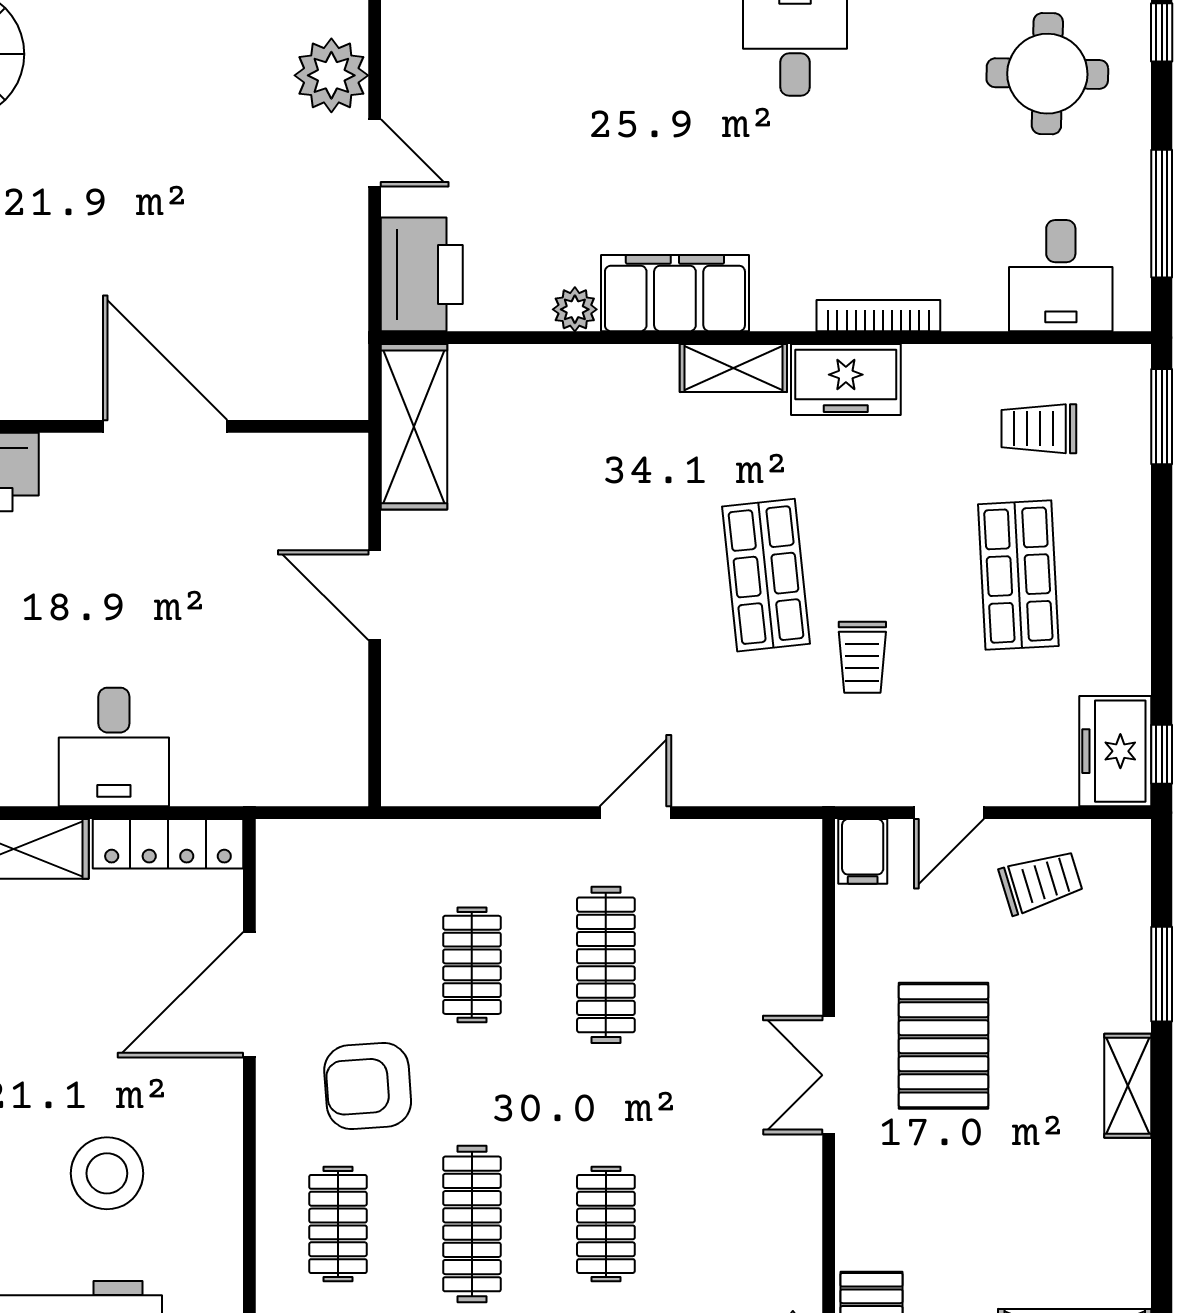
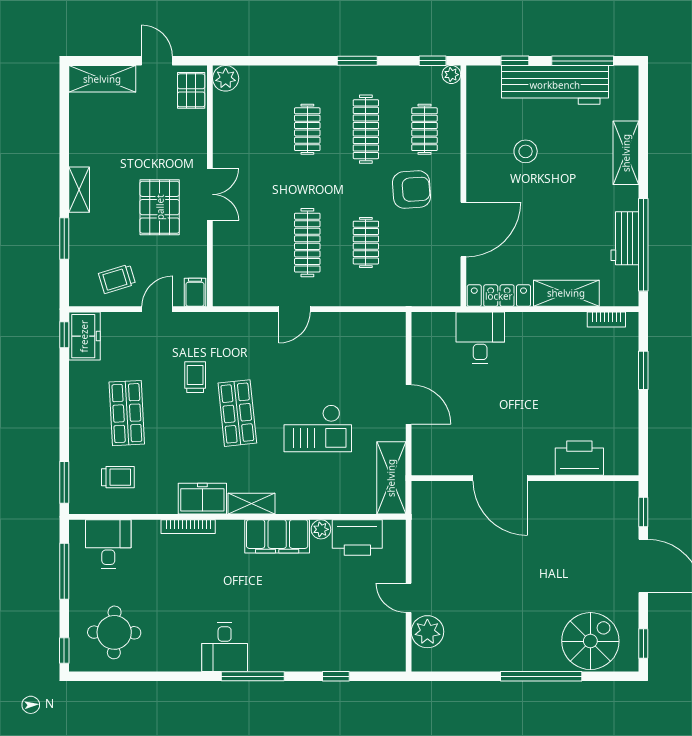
printer: (422, 274) -> (357, 538), moved, turned -90
checkout: (582, 540) -> (318, 428), added
desk: (114, 747) -> (480, 338), moved
stool: (107, 1173) -> (526, 151), width x0.73, depth x0.73

